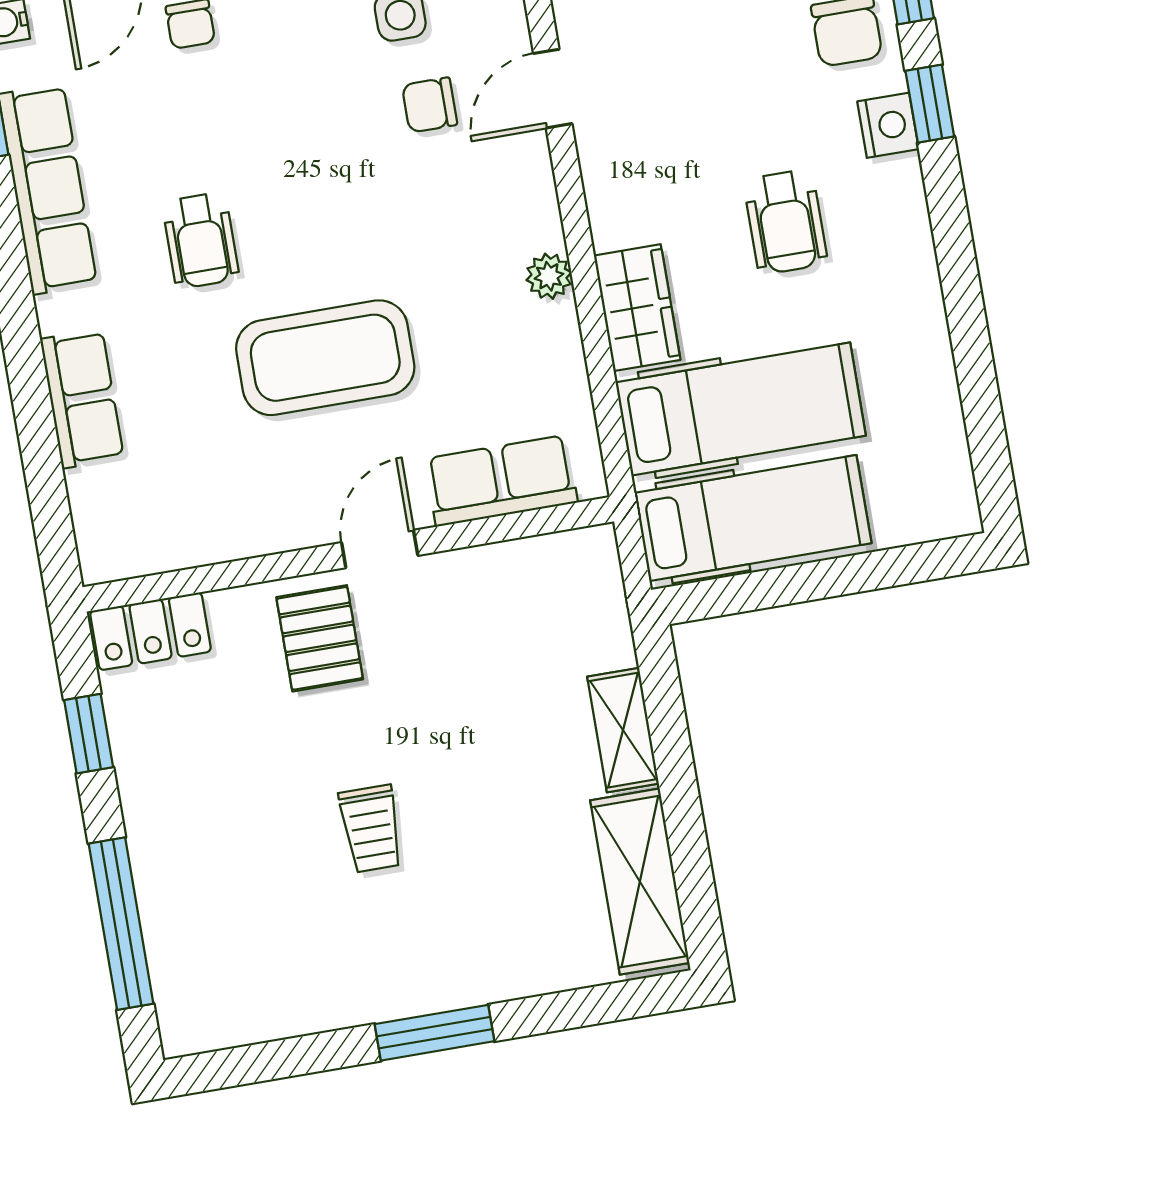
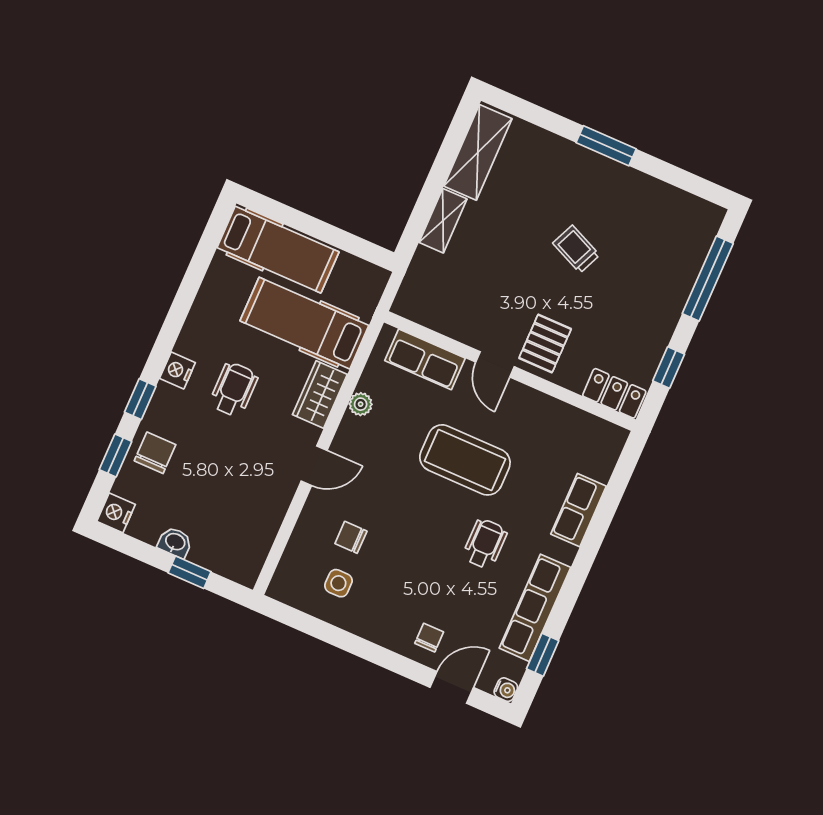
door: (553, 89) -> (314, 466), moved
chair: (430, 105) -> (351, 537), turned 180
nightstand: (888, 125) -> (177, 370), moved
plant: (549, 276) -> (361, 404), moved
hospital bed: (753, 518) -> (278, 250), moved, turned 180
door: (380, 549) -> (495, 364), hinge flipped
trolley: (371, 829) -> (576, 249), turned -66

